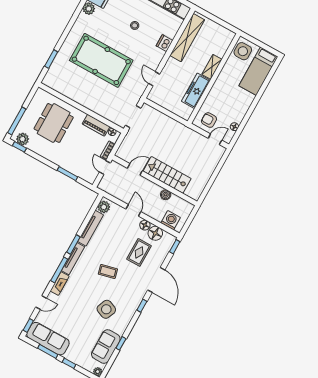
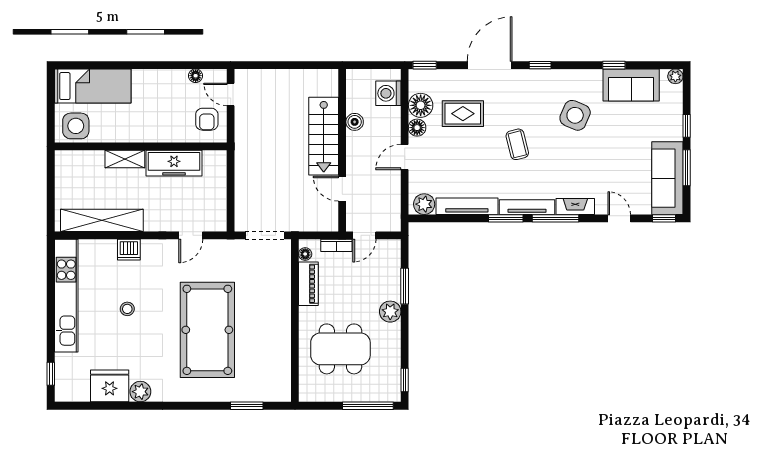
plant: (23, 139) -> (390, 312), moved

